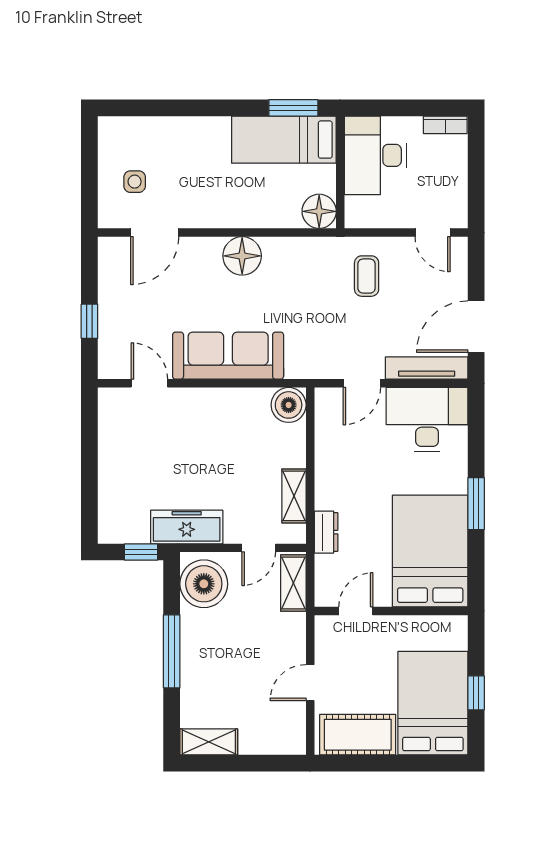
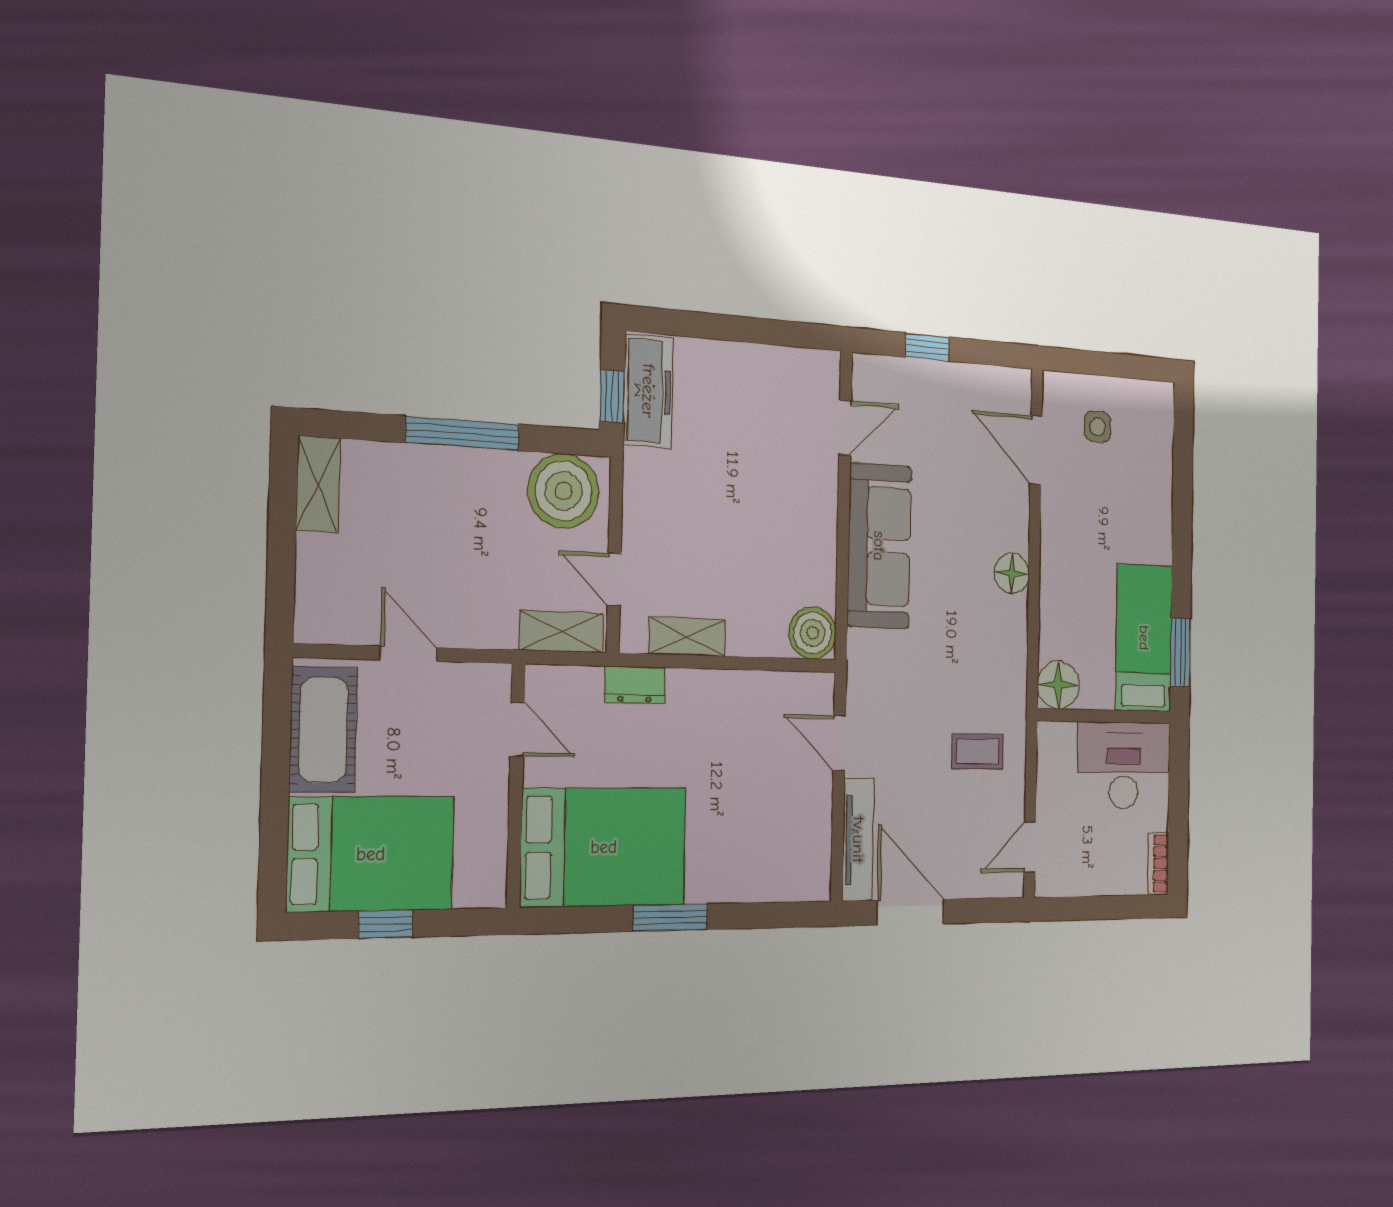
floor lamp: (242, 256) -> (1012, 573), width x0.73, depth x0.73
desk: (427, 420) -> (789, 841), removed
freezer: (187, 527) -> (648, 391), moved

